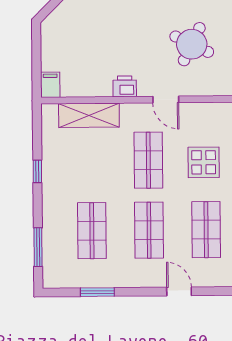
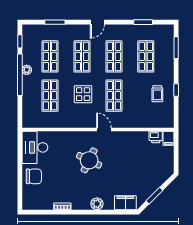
printer: (125, 86) -> (156, 137), moved
shelving: (89, 115) -> (147, 121), removed
trolley: (71, 164) -> (157, 94), added
door: (179, 291) -> (97, 22), hinge flipped

